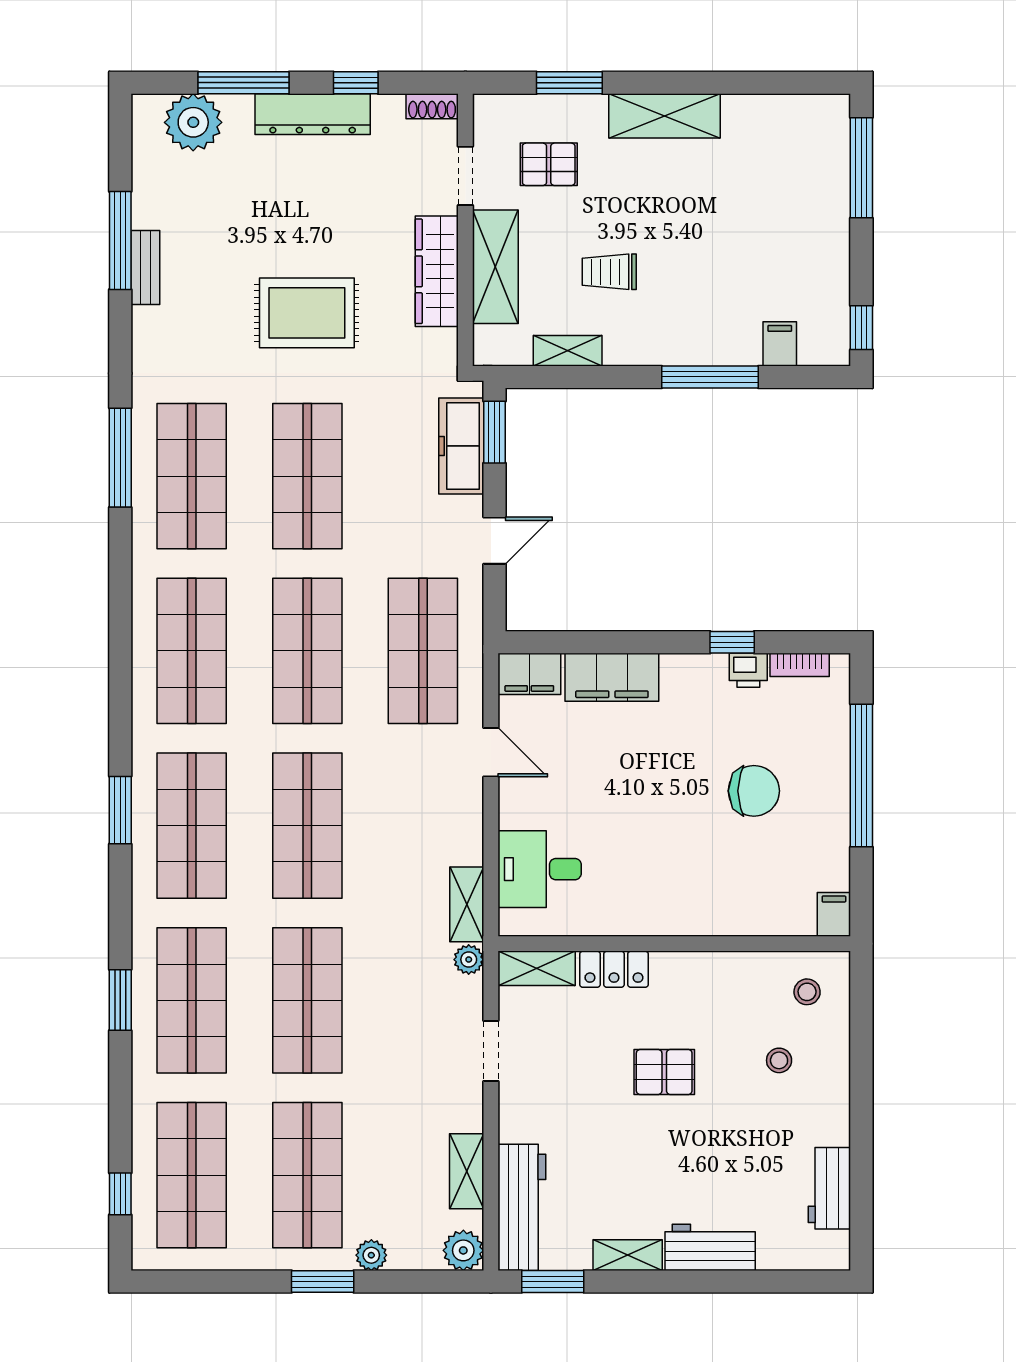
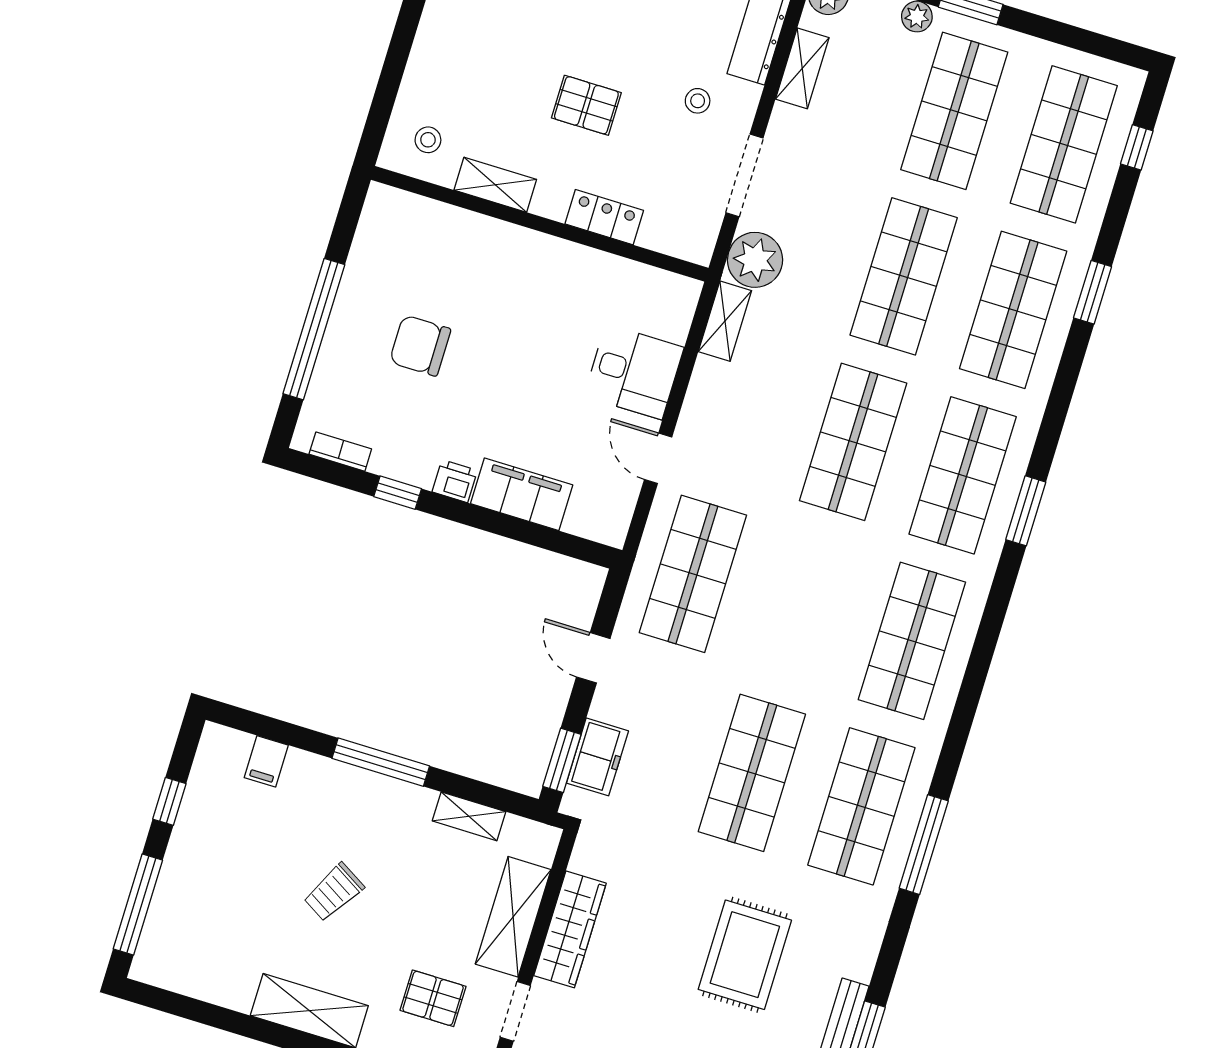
trolley: (609, 272) -> (334, 892), moved, turned 121
rug: (307, 313) -> (745, 955), moved, turned 90
window: (861, 328) -> (169, 801), moved
window: (710, 377) -> (381, 762), moved
freezer: (461, 446) -> (597, 757), width x0.71
door: (494, 541) -> (593, 658), hinge flipped
shop shelf: (307, 651) -> (802, 607), removed
printer: (748, 670) -> (455, 481), moved
filing cabinet: (529, 674) -> (599, 521), removed
desk: (540, 869) -> (634, 372), moved
filing cabinet: (834, 914) -> (380, 205), removed
plant: (469, 960) -> (755, 260), width x1.88, depth x1.88
shelving: (537, 968) -> (495, 185), moved
window: (120, 1000) -> (1093, 292), moved
doorway: (491, 1051) -> (745, 175), width x1.38
stool: (779, 1060) -> (698, 101), moved

